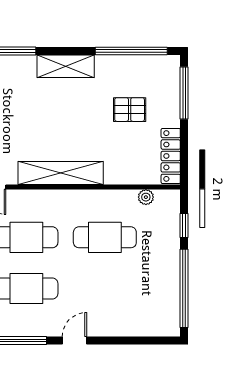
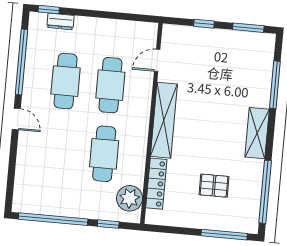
pallet: (130, 110) -> (214, 186), turned 90
locker: (171, 156) -> (156, 184), moved, turned 90
plant: (146, 197) -> (130, 198), width x1.88, depth x1.88

